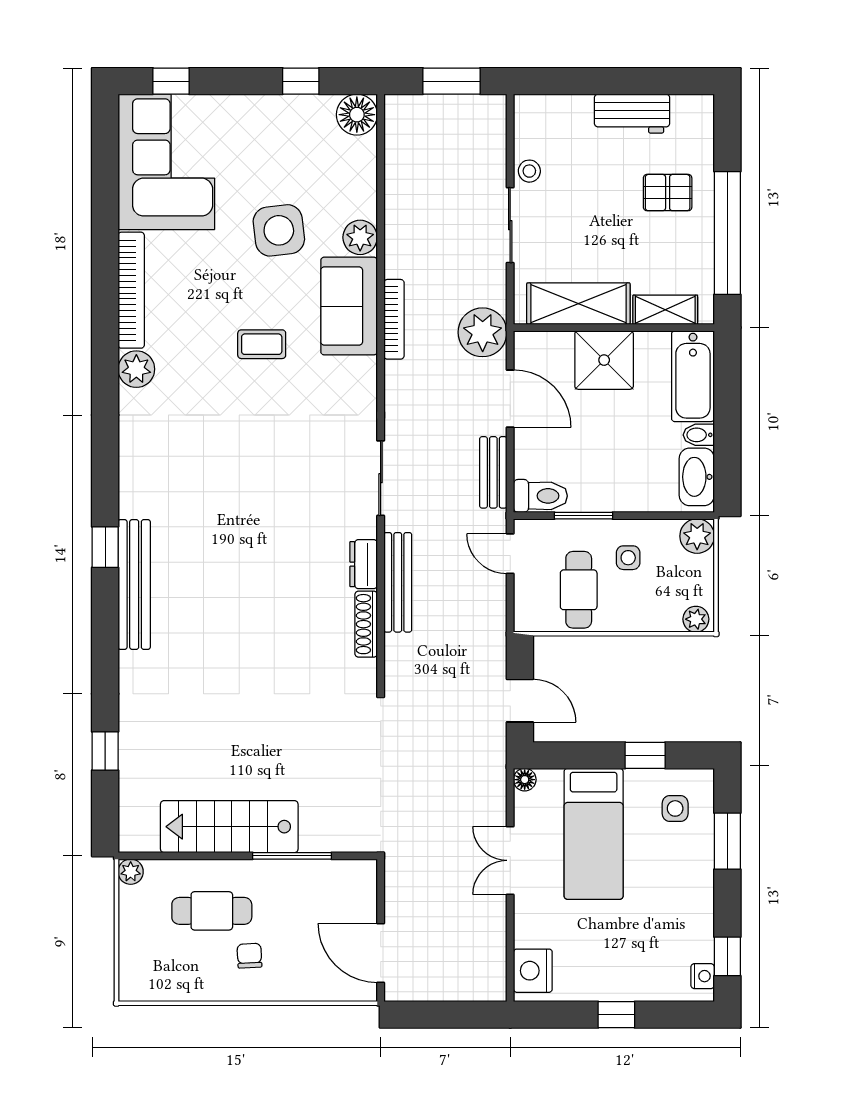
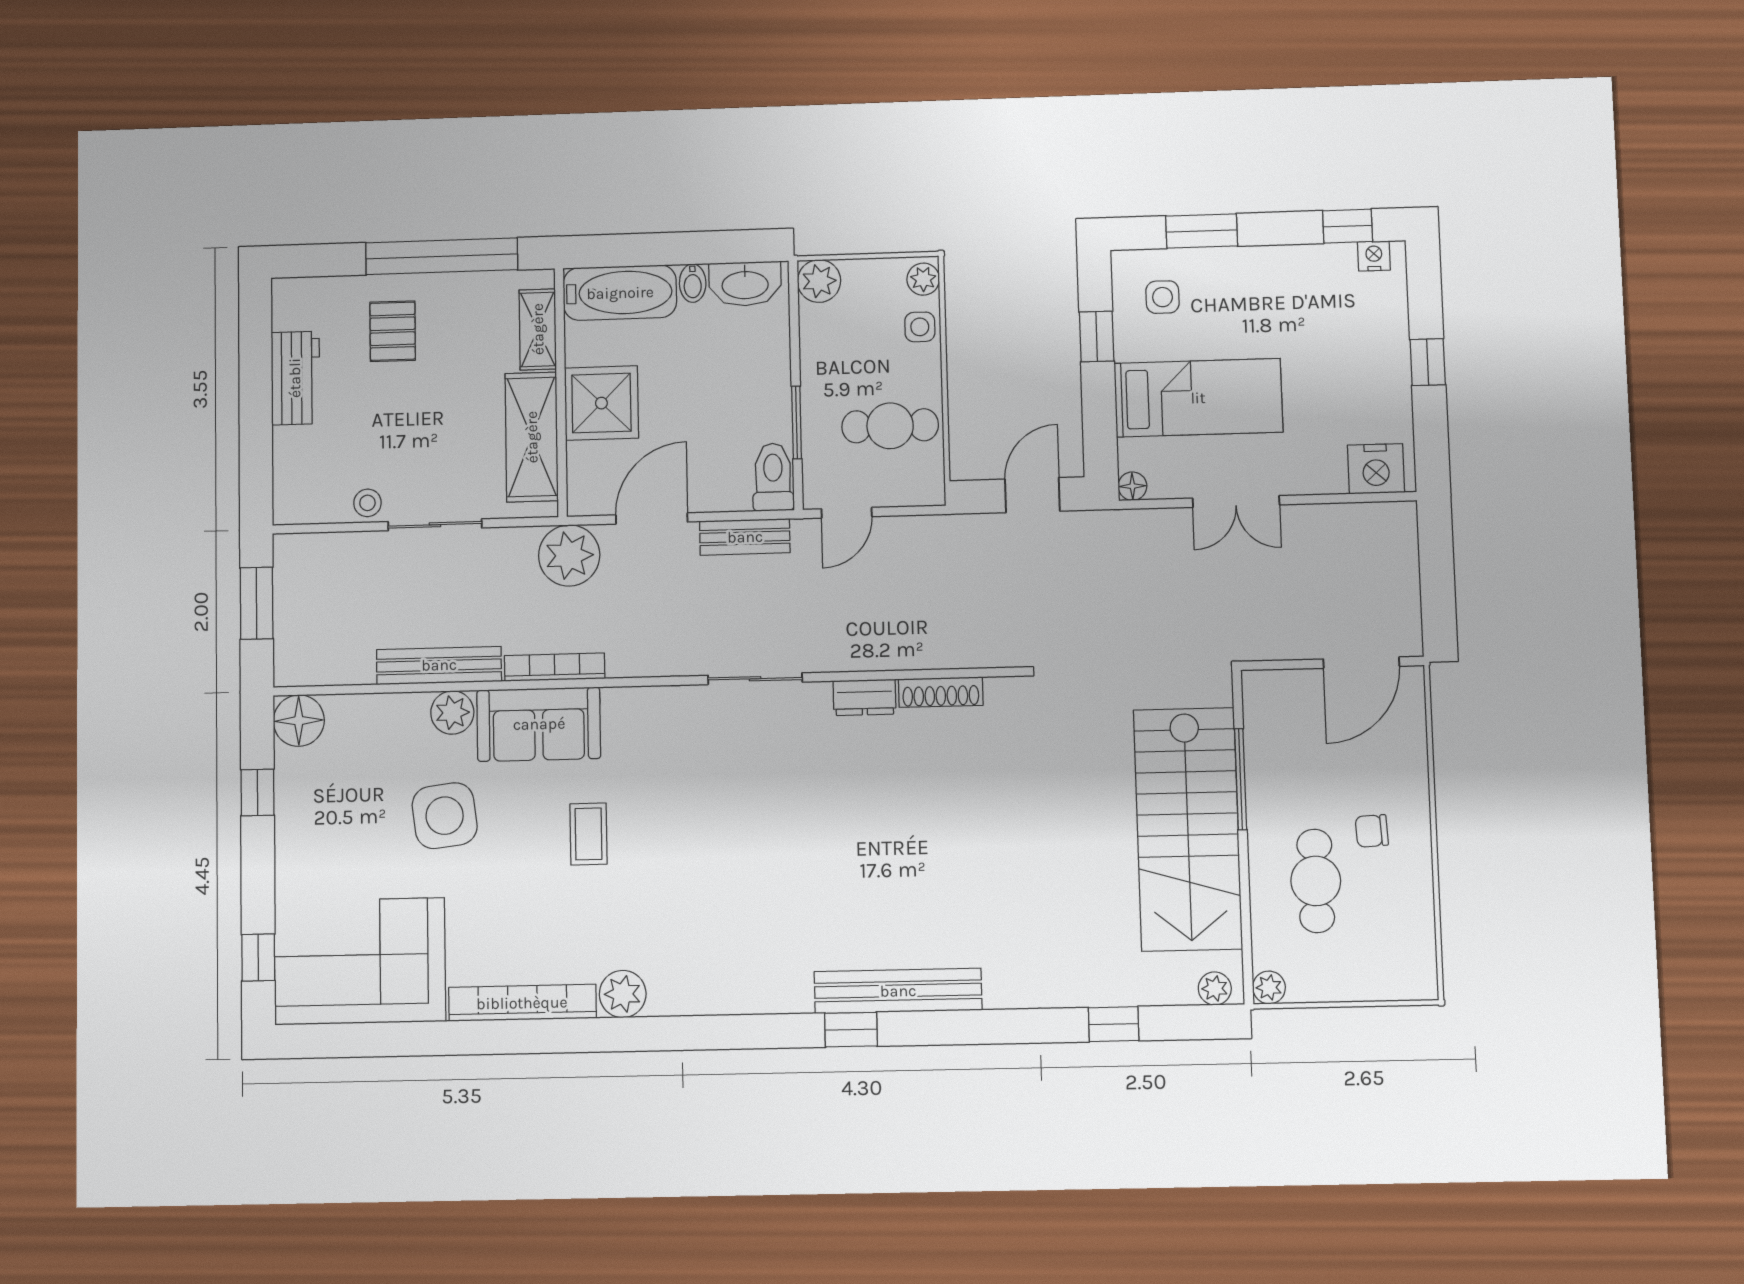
side table: (628, 558) -> (920, 327), moved
bench: (398, 582) -> (439, 665), moved
stairs: (229, 827) -> (1188, 829), width x1.36, depth x1.51
plant: (131, 830) -> (1215, 988), added

